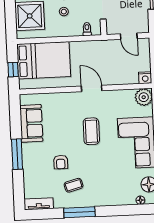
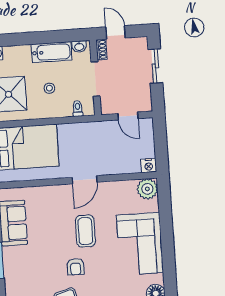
door: (92, 88) -> (85, 180), swing flipped
armchair: (61, 162) -> (76, 267), moved

